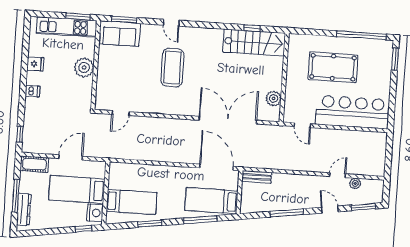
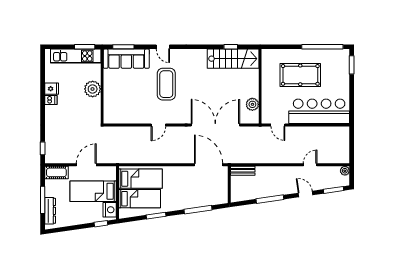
sofa: (120, 34) -> (126, 59), width x1.36
dishwasher: (32, 91) -> (51, 100), moved
door: (121, 113) -> (158, 125), moved
plant: (355, 183) -> (345, 171), moved
bed: (211, 201) -> (141, 179), moved, turned 180

